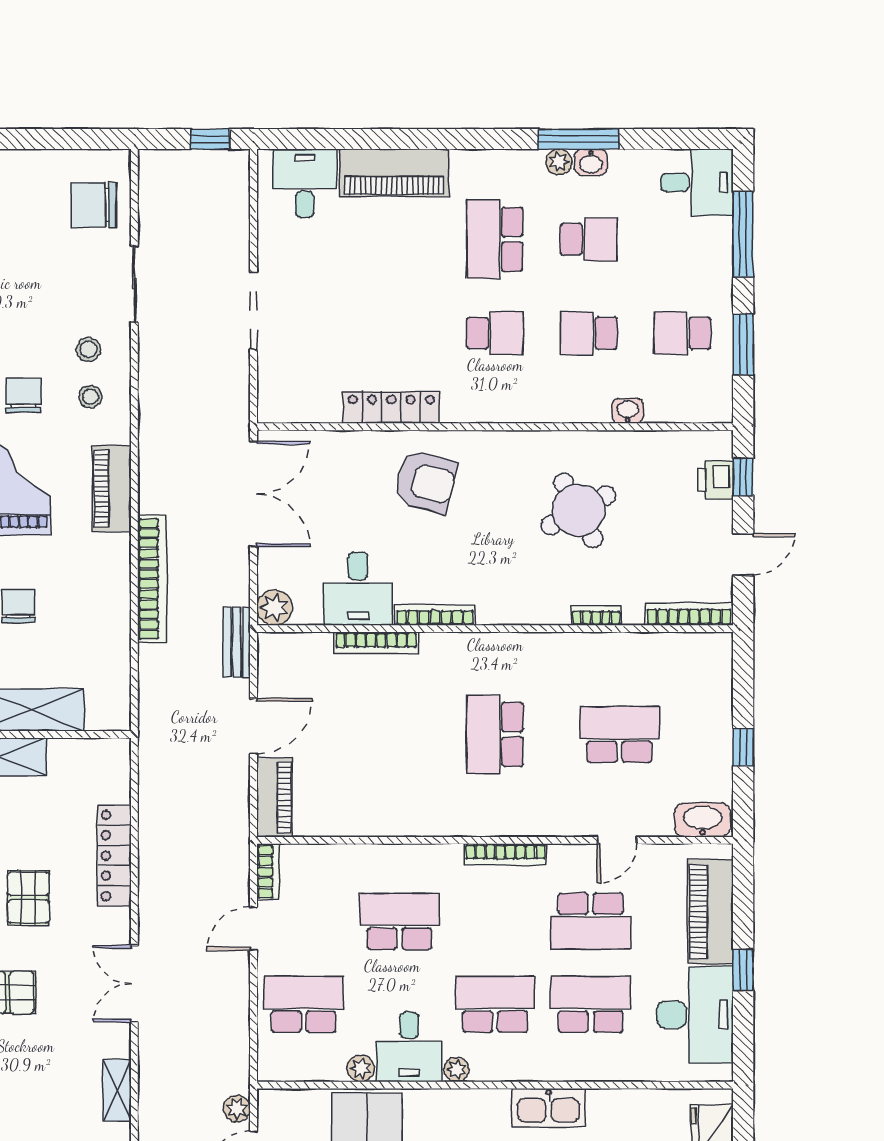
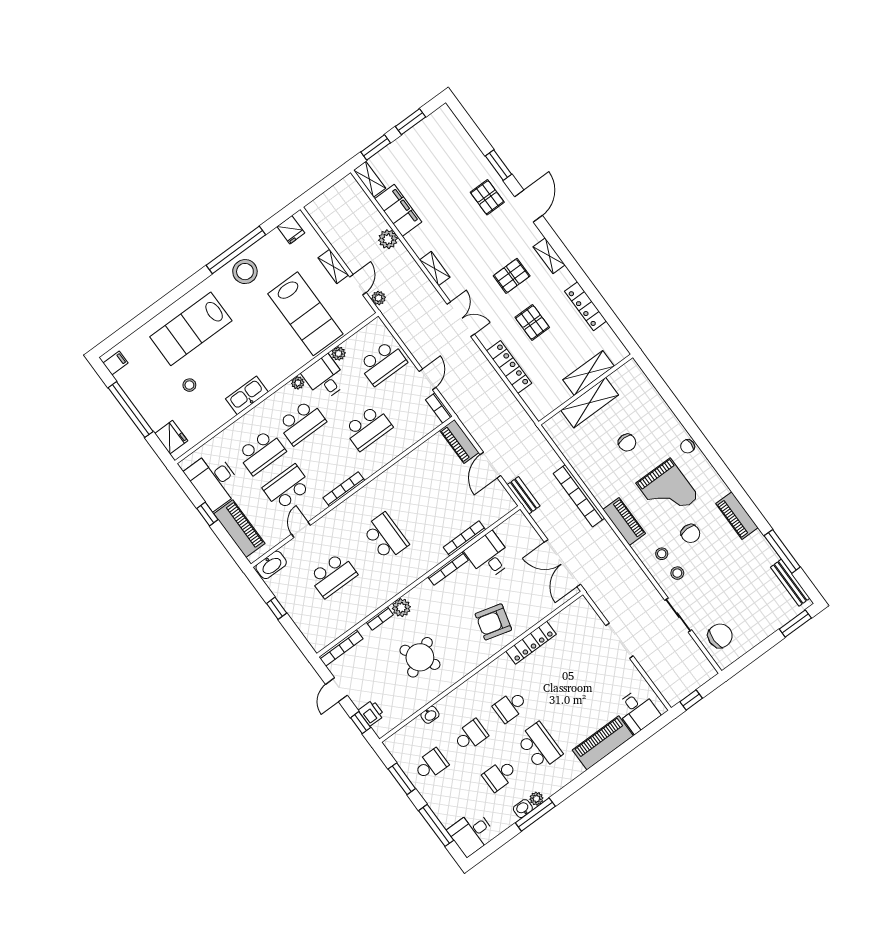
plant: (275, 608) -> (401, 608), moved

